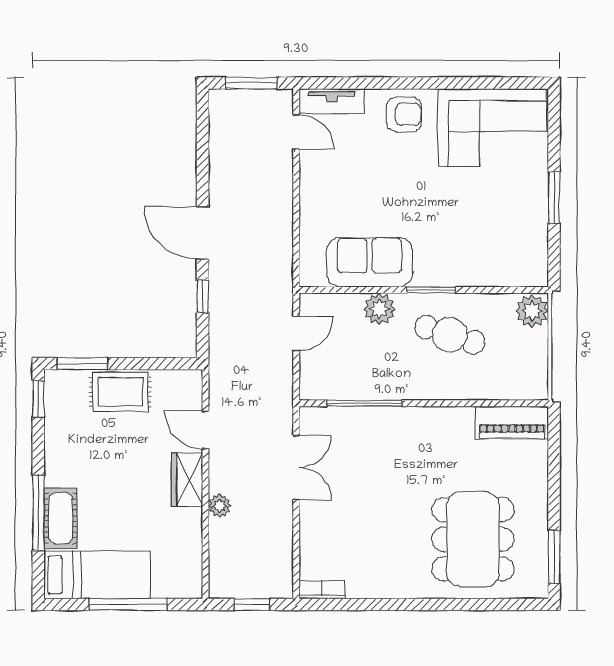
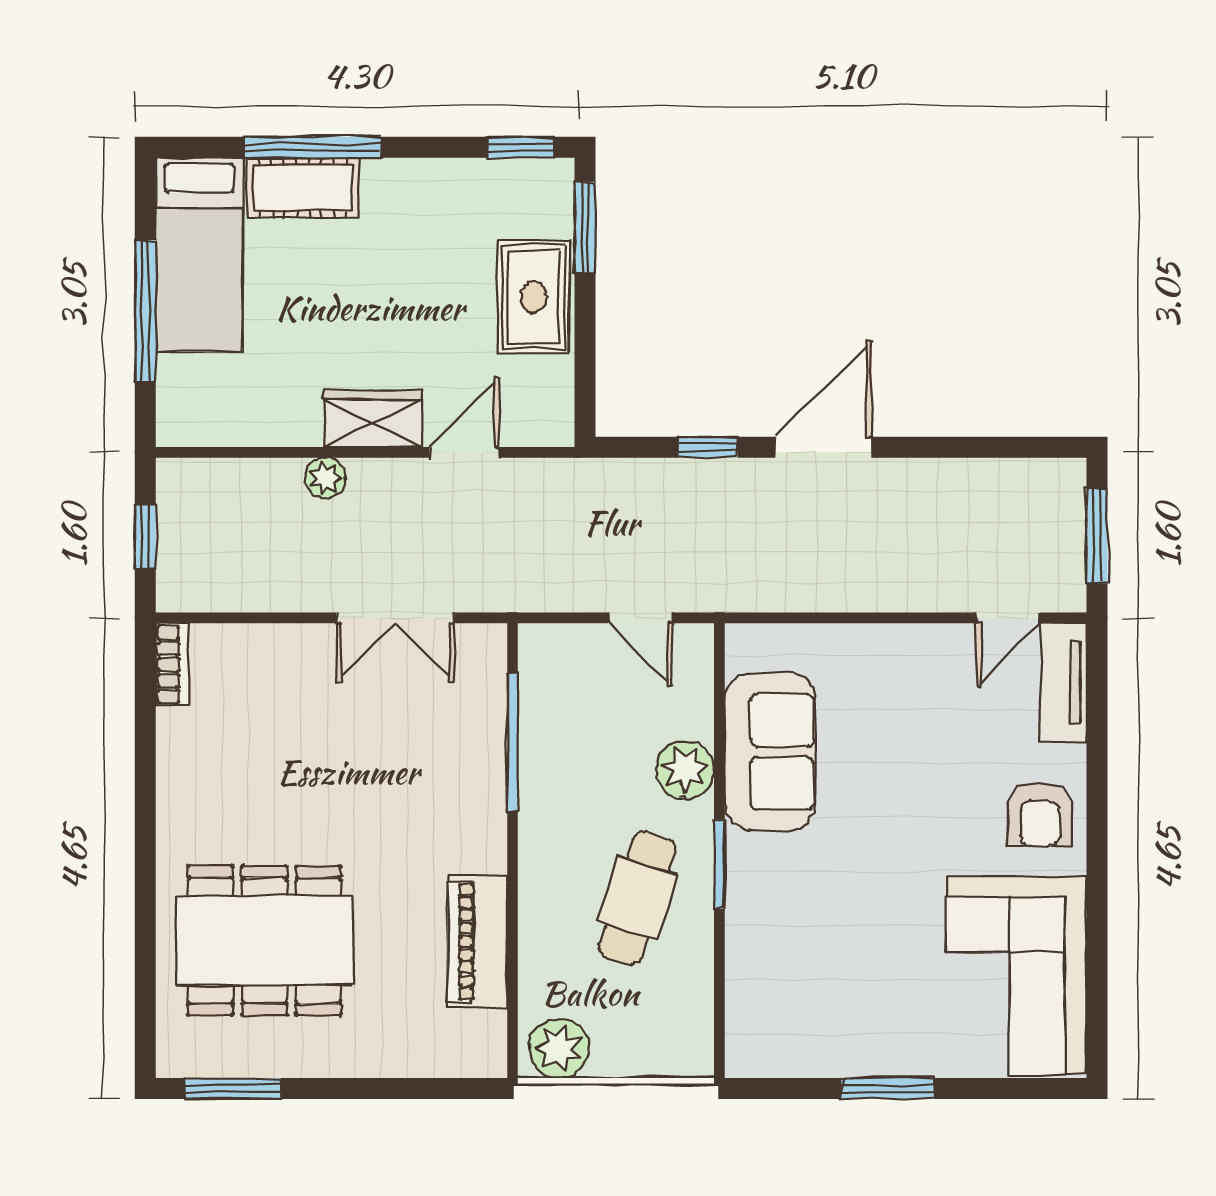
plant: (532, 311) -> (559, 1048), moved
piano: (512, 422) -> (478, 942), moved

